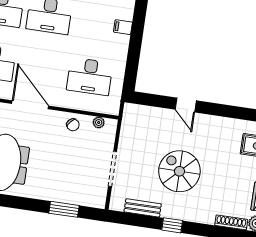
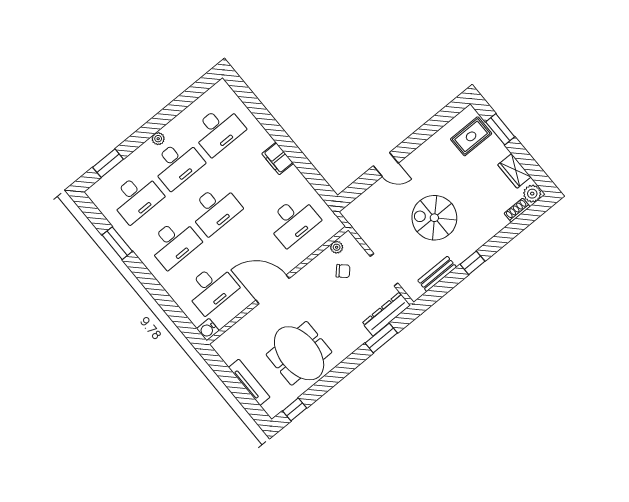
filing cabinet: (123, 27) -> (278, 158), width x2.00
chair: (73, 125) -> (343, 271), moved
dresser: (84, 198) -> (386, 314), added
shoe rack: (231, 222) -> (517, 210), width x0.70

